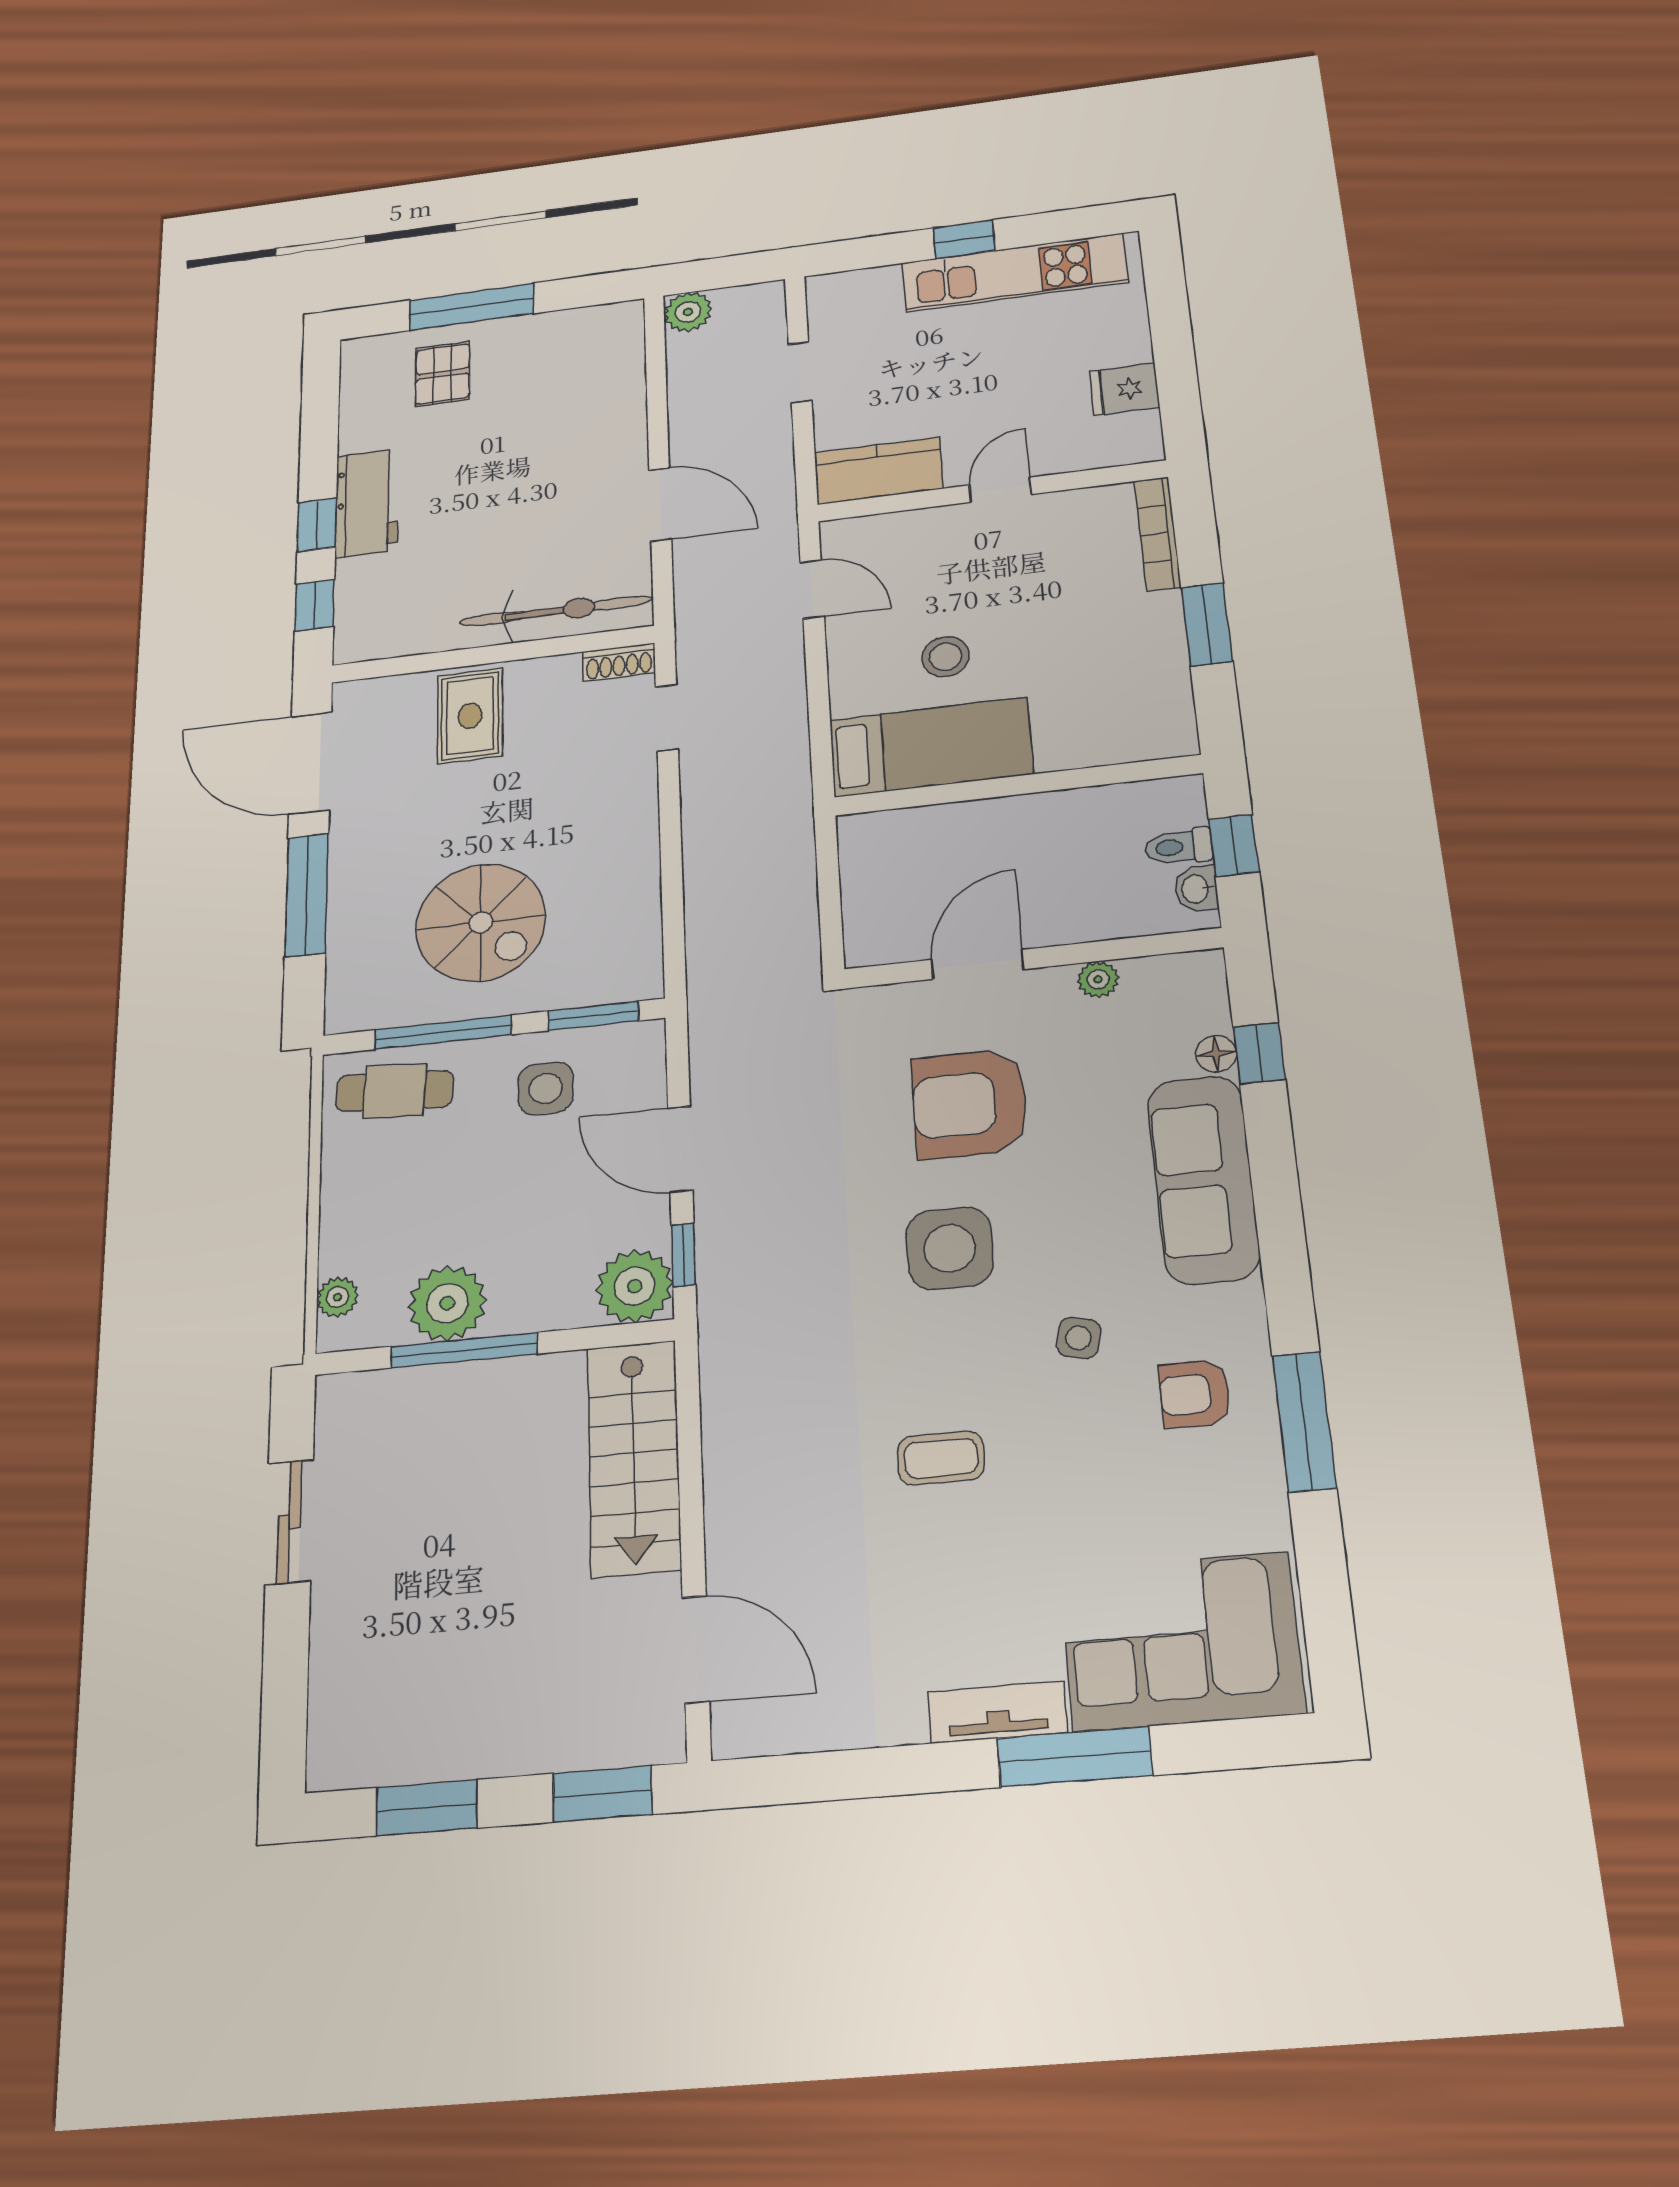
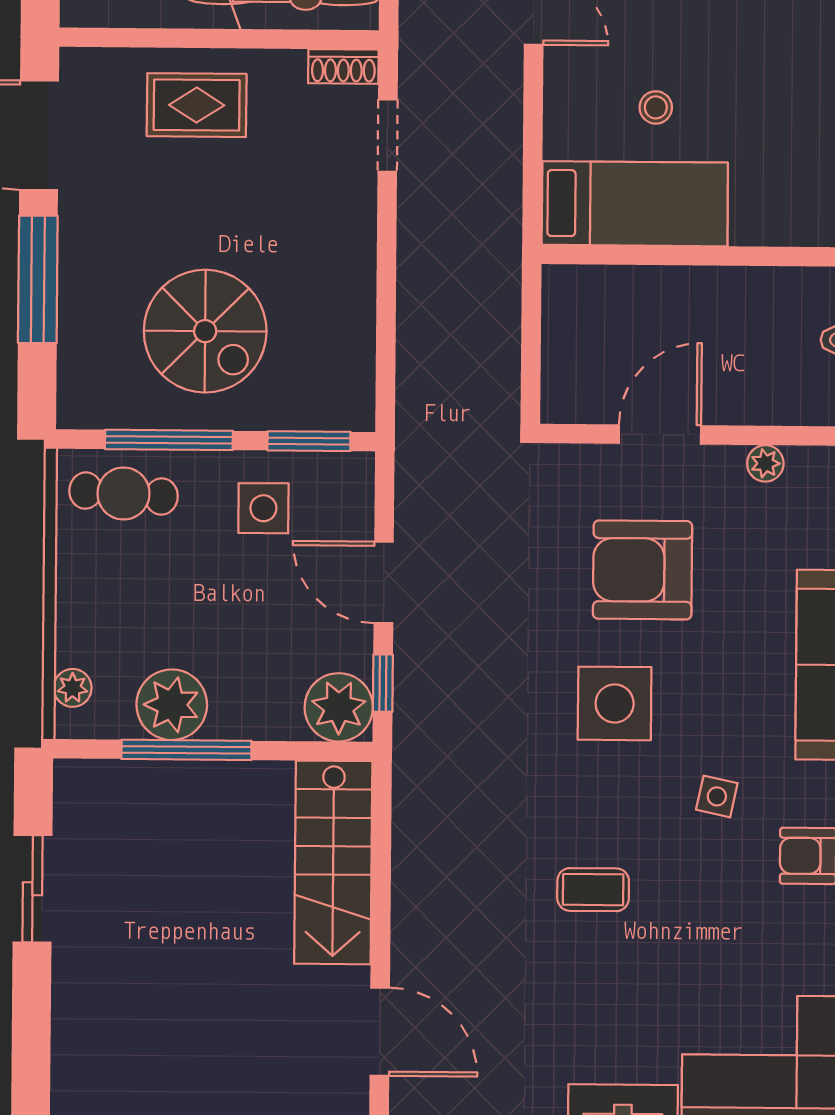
stool: (946, 657) -> (656, 107), width x0.73, depth x0.73
rug: (470, 716) -> (197, 105), turned 90

